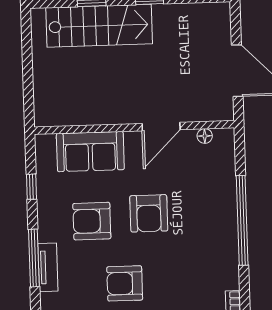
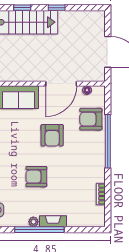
door: (161, 127) -> (61, 84), width x1.36
armchair: (92, 221) -> (91, 119), moved

